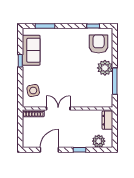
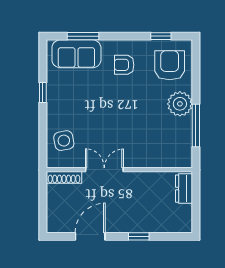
armchair: (70, 44) -> (124, 65), added
sofa: (31, 50) -> (76, 54), moved, turned 90
plant: (99, 141) -> (170, 223), removed

